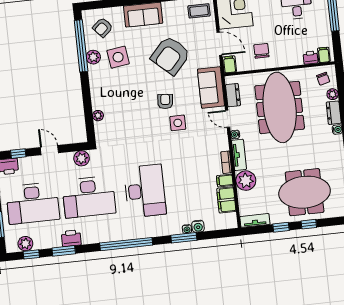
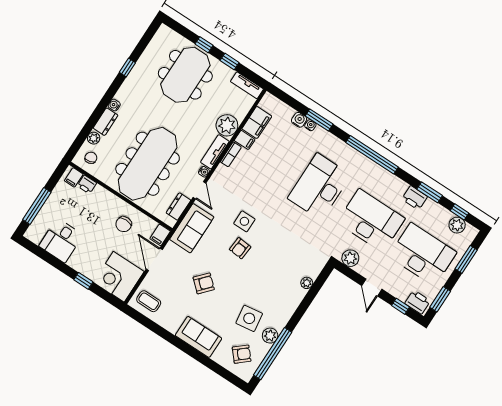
armchair: (170, 55) -> (204, 283), width x0.53, depth x0.53
meeting table: (305, 192) -> (185, 75), turned 90

